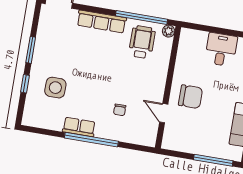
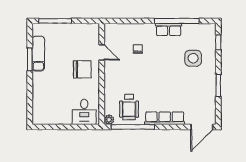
desk: (221, 50) -> (84, 112), moved
window: (25, 84) -> (218, 42), moved
chair: (190, 97) -> (82, 69), turned 180
window: (91, 140) -> (177, 21), moved

